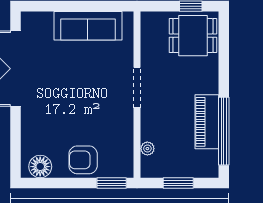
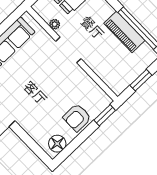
plant: (147, 149) -> (55, 24), moved

